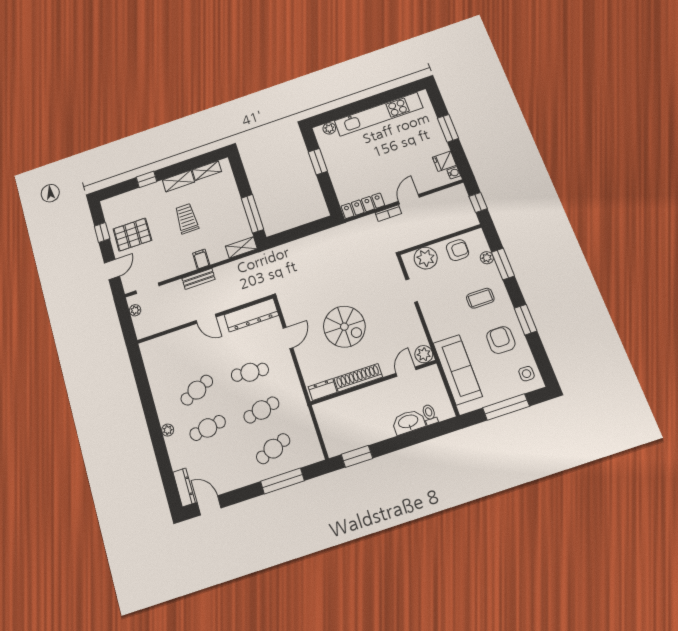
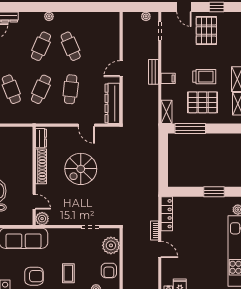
pallet: (217, 210) -> (203, 102), added
cafe table: (261, 410) -> (41, 89), turned 36
cafe table: (208, 428) -> (41, 46), turned 33

